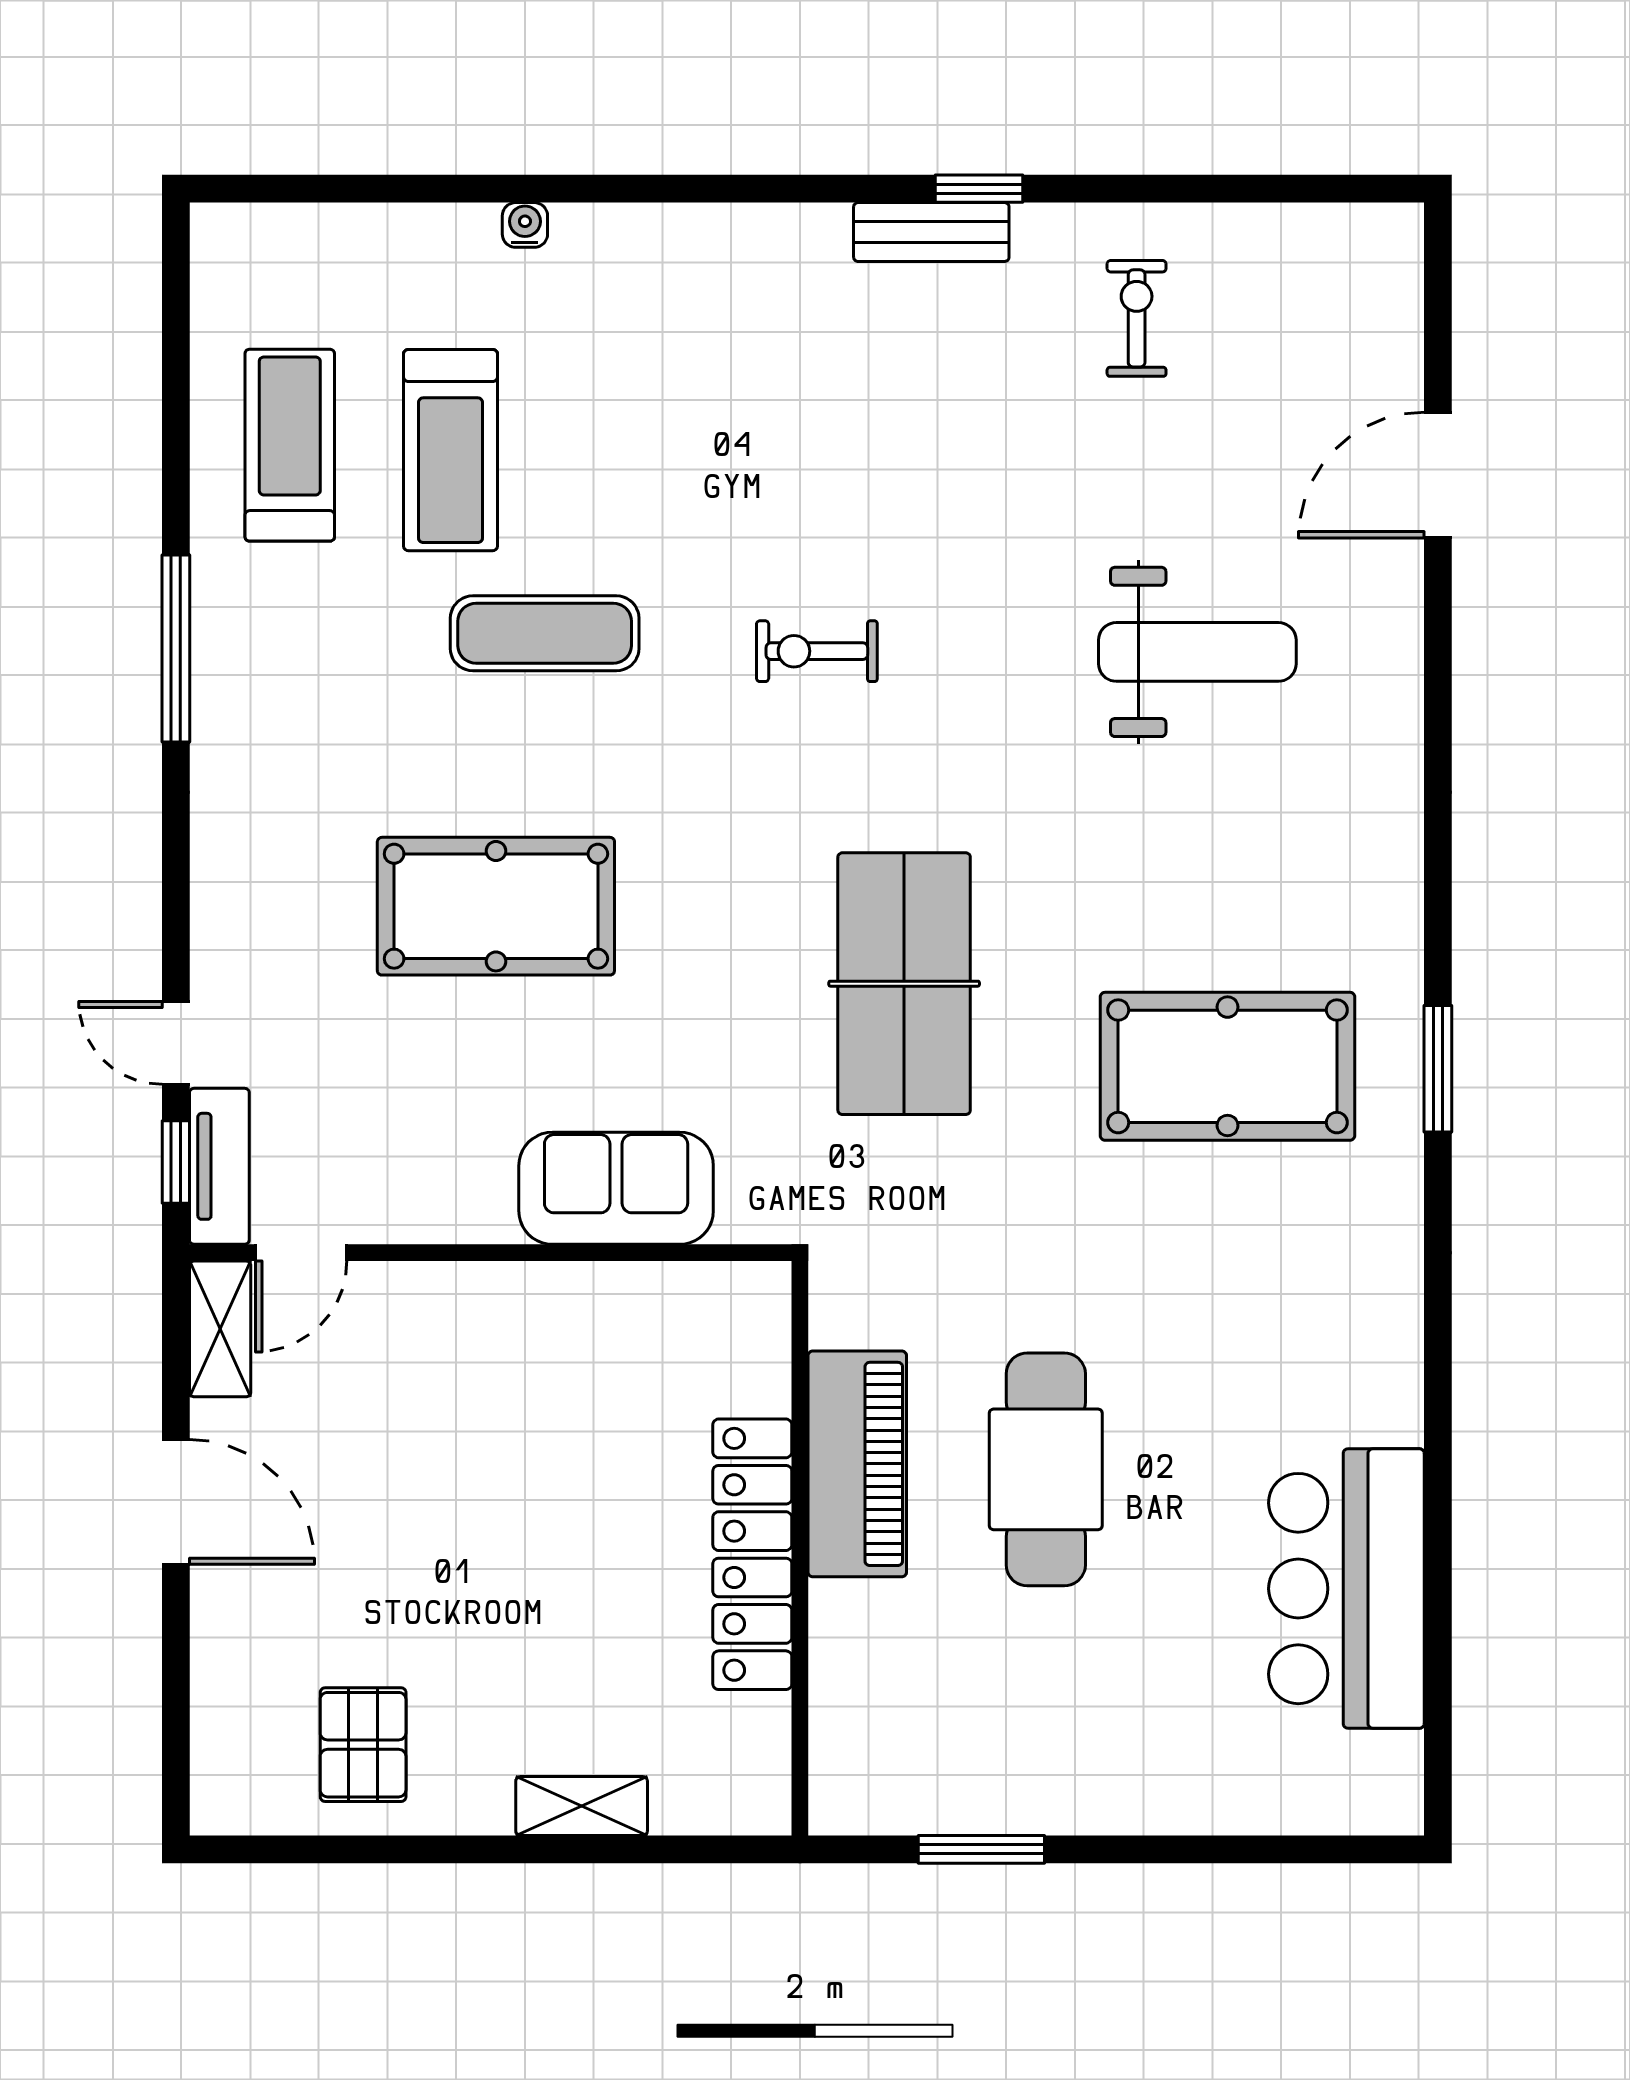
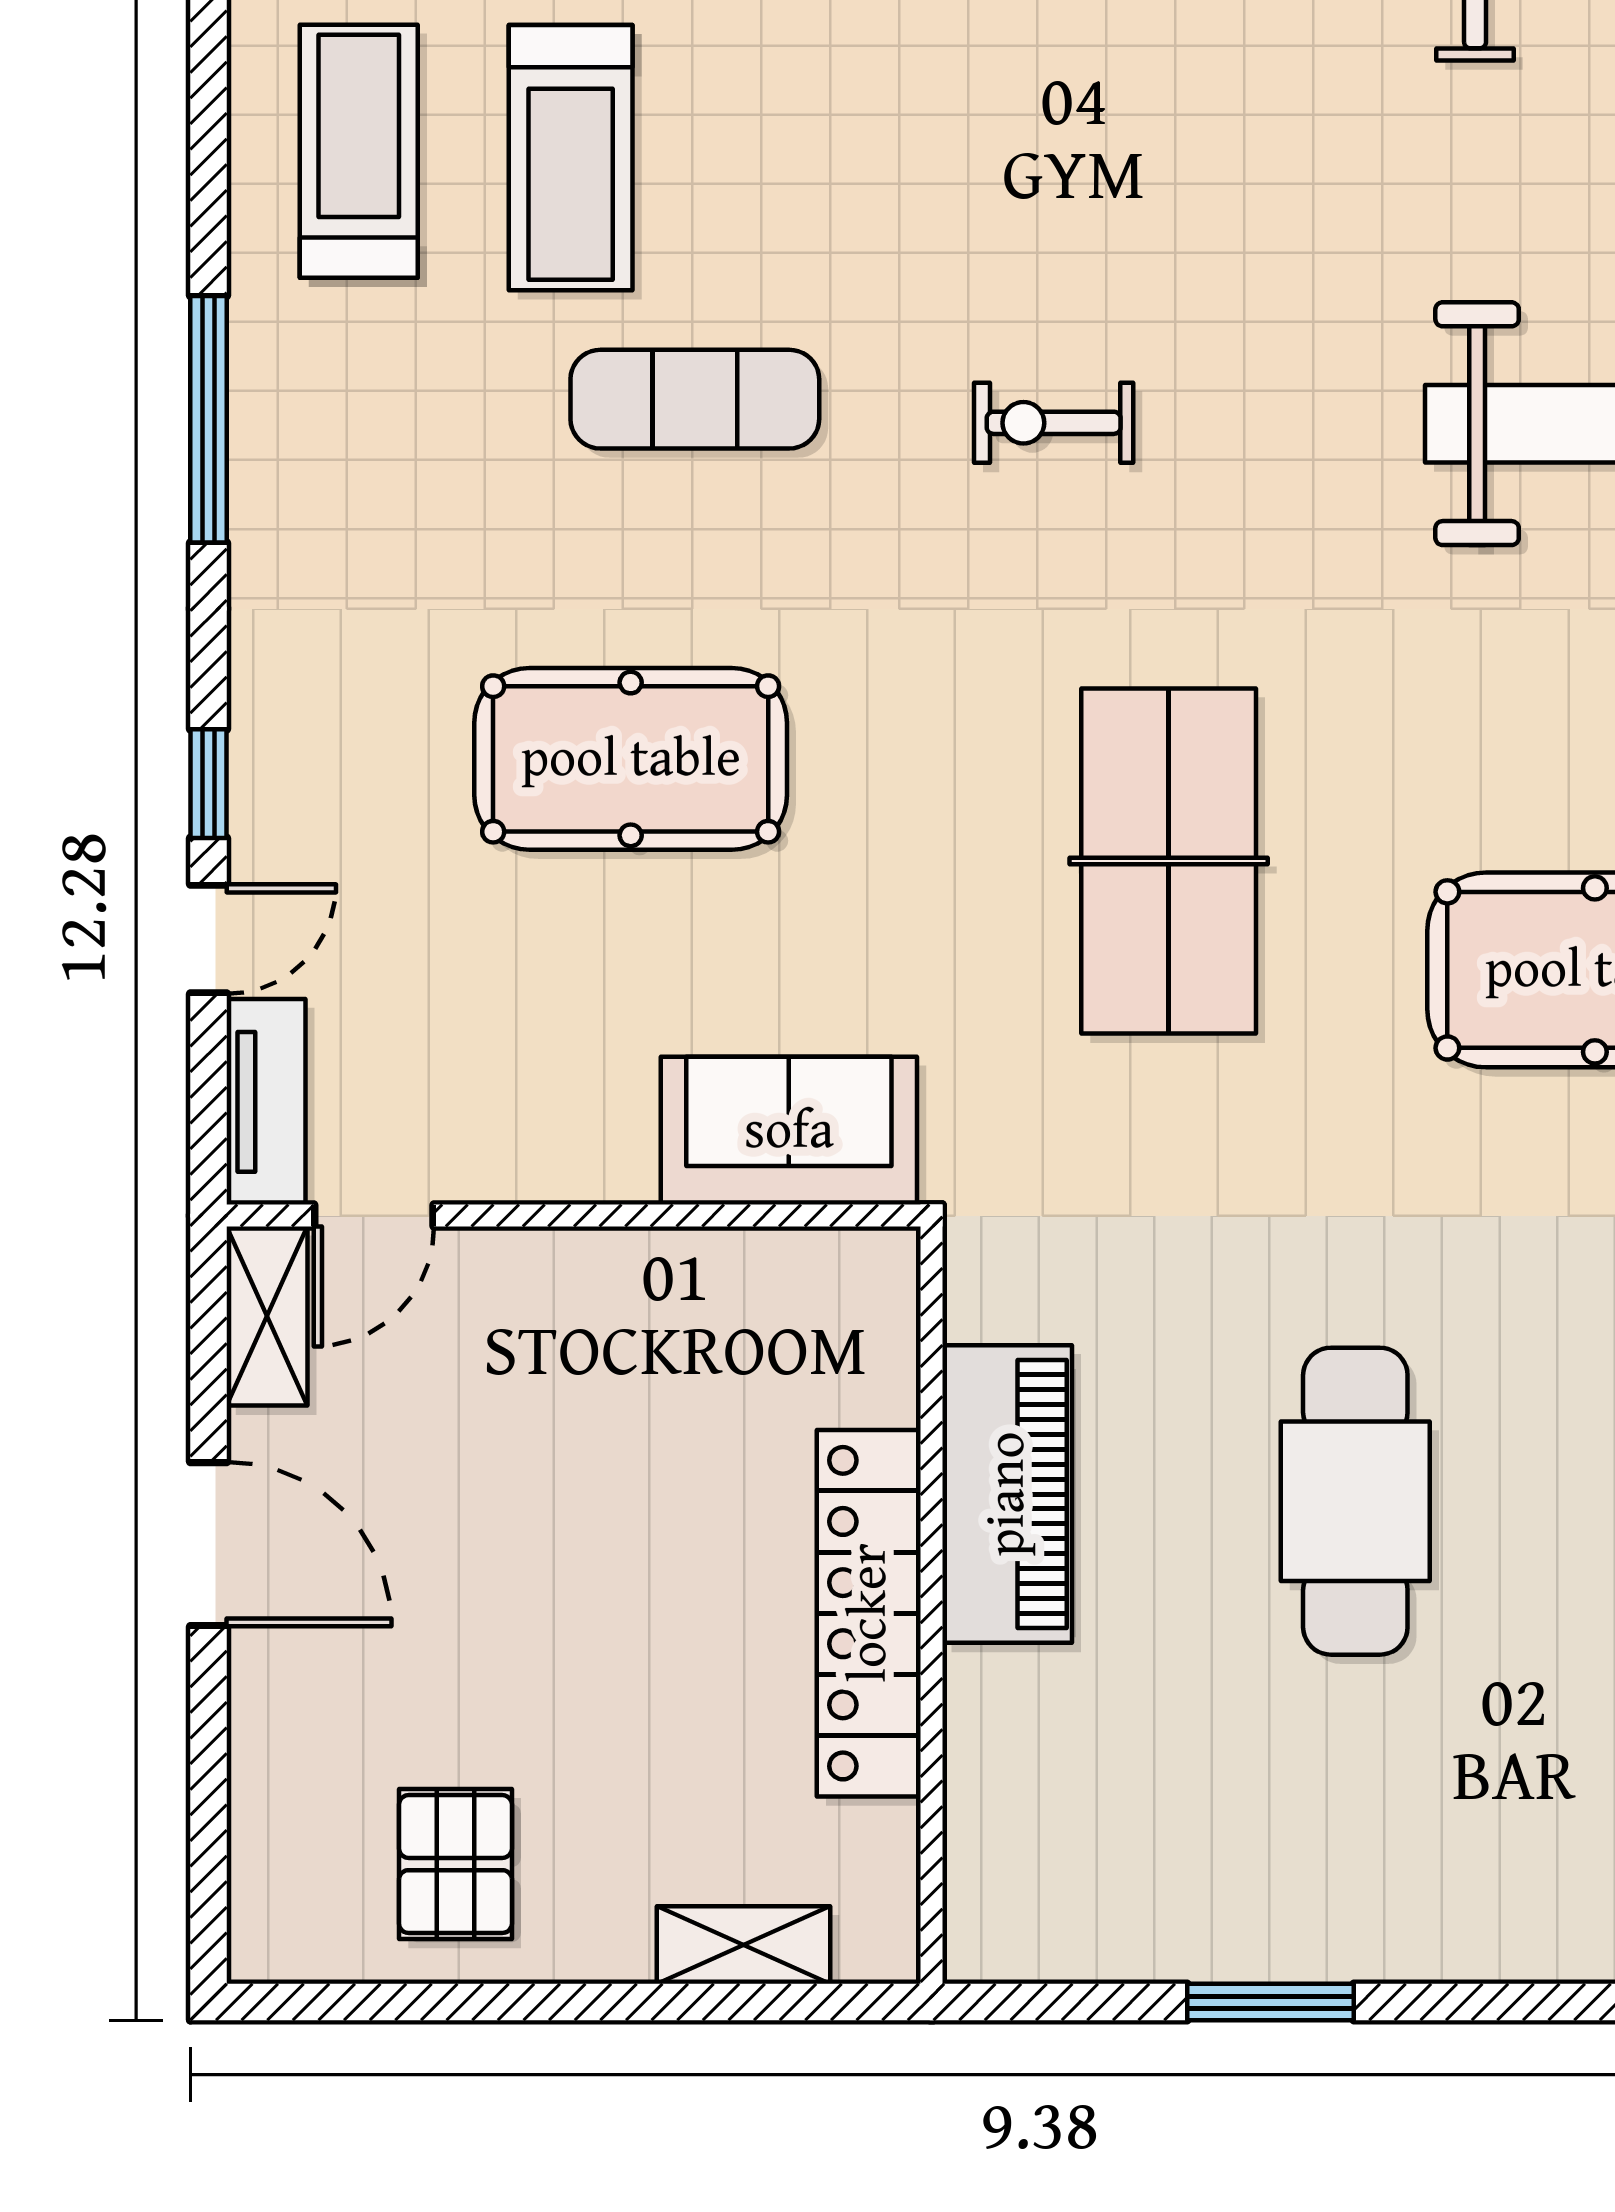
door: (176, 1043) -> (209, 939), swing flipped
window: (176, 1162) -> (209, 784), moved
piano: (857, 1464) -> (1007, 1494), moved
wall: (800, 1548) -> (932, 1605), moved
locker: (752, 1554) -> (869, 1613), moved

